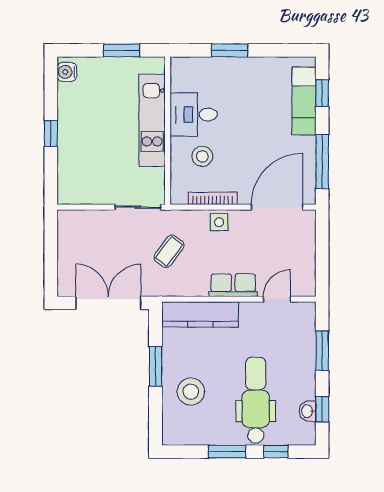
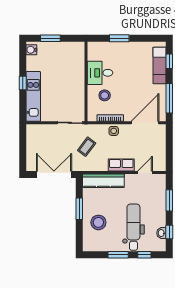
window: (122, 50) -> (50, 38), moved
kitchen unit: (152, 120) -> (33, 96), moved, turned 180

